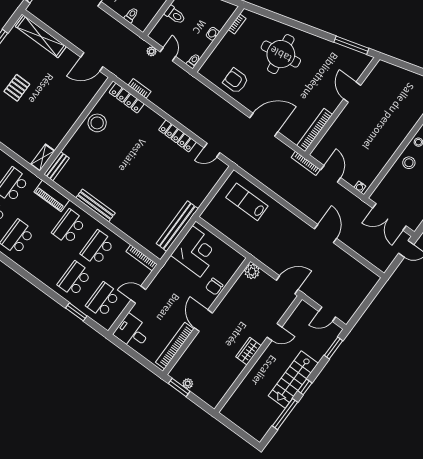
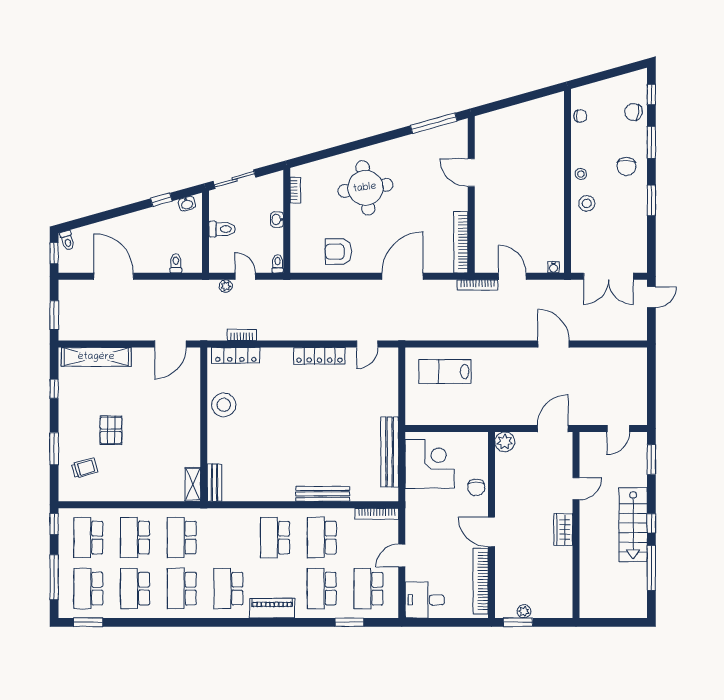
piano: (52, 196) -> (272, 608), moved, turned 180
bench: (96, 205) -> (323, 494), moved

